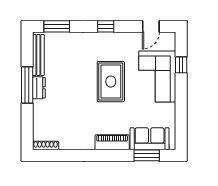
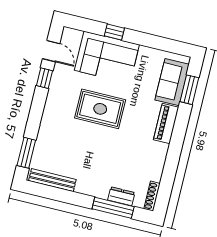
window: (106, 26) -> (45, 78), moved
window: (181, 65) -> (114, 32), moved
window: (27, 85) -> (113, 208), moved
dresser: (39, 88) -> (121, 196), moved

